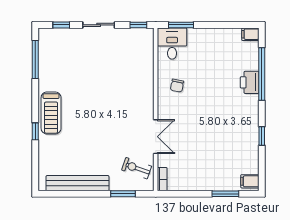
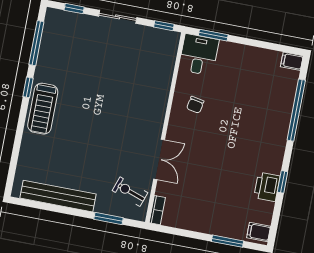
printer: (250, 82) -> (267, 187), moved
window: (35, 131) -> (28, 87), moved

